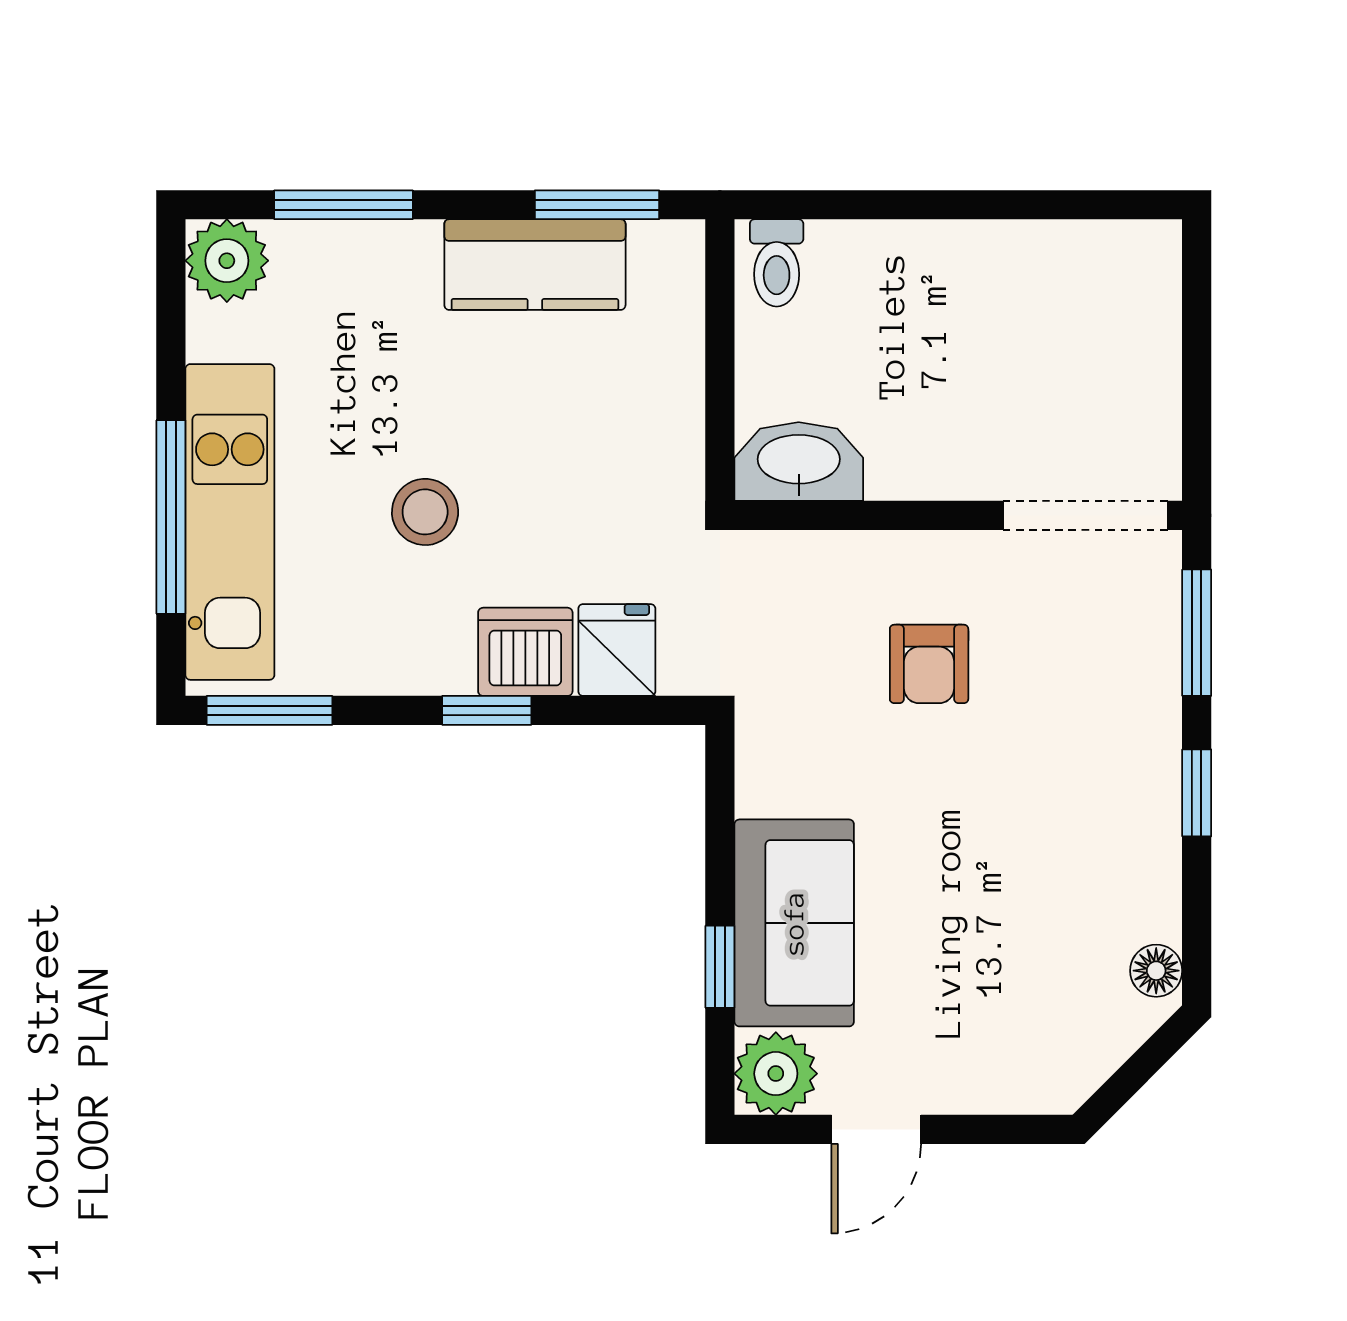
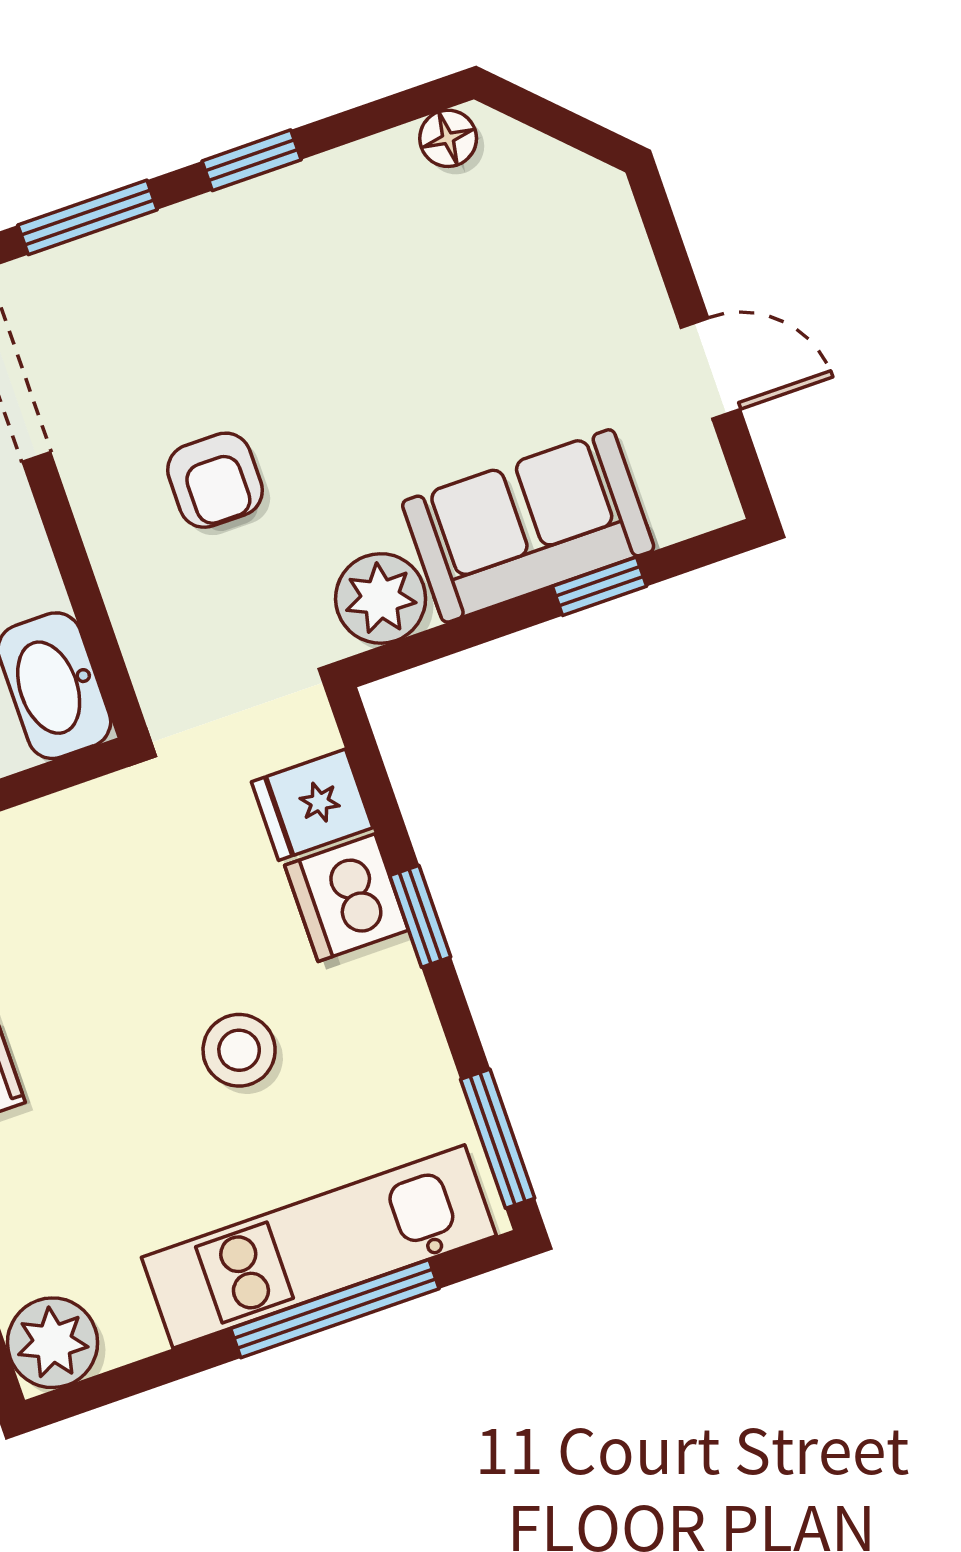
armchair: (929, 664) -> (215, 480), turned 90
plant: (776, 1074) -> (381, 598), moved

